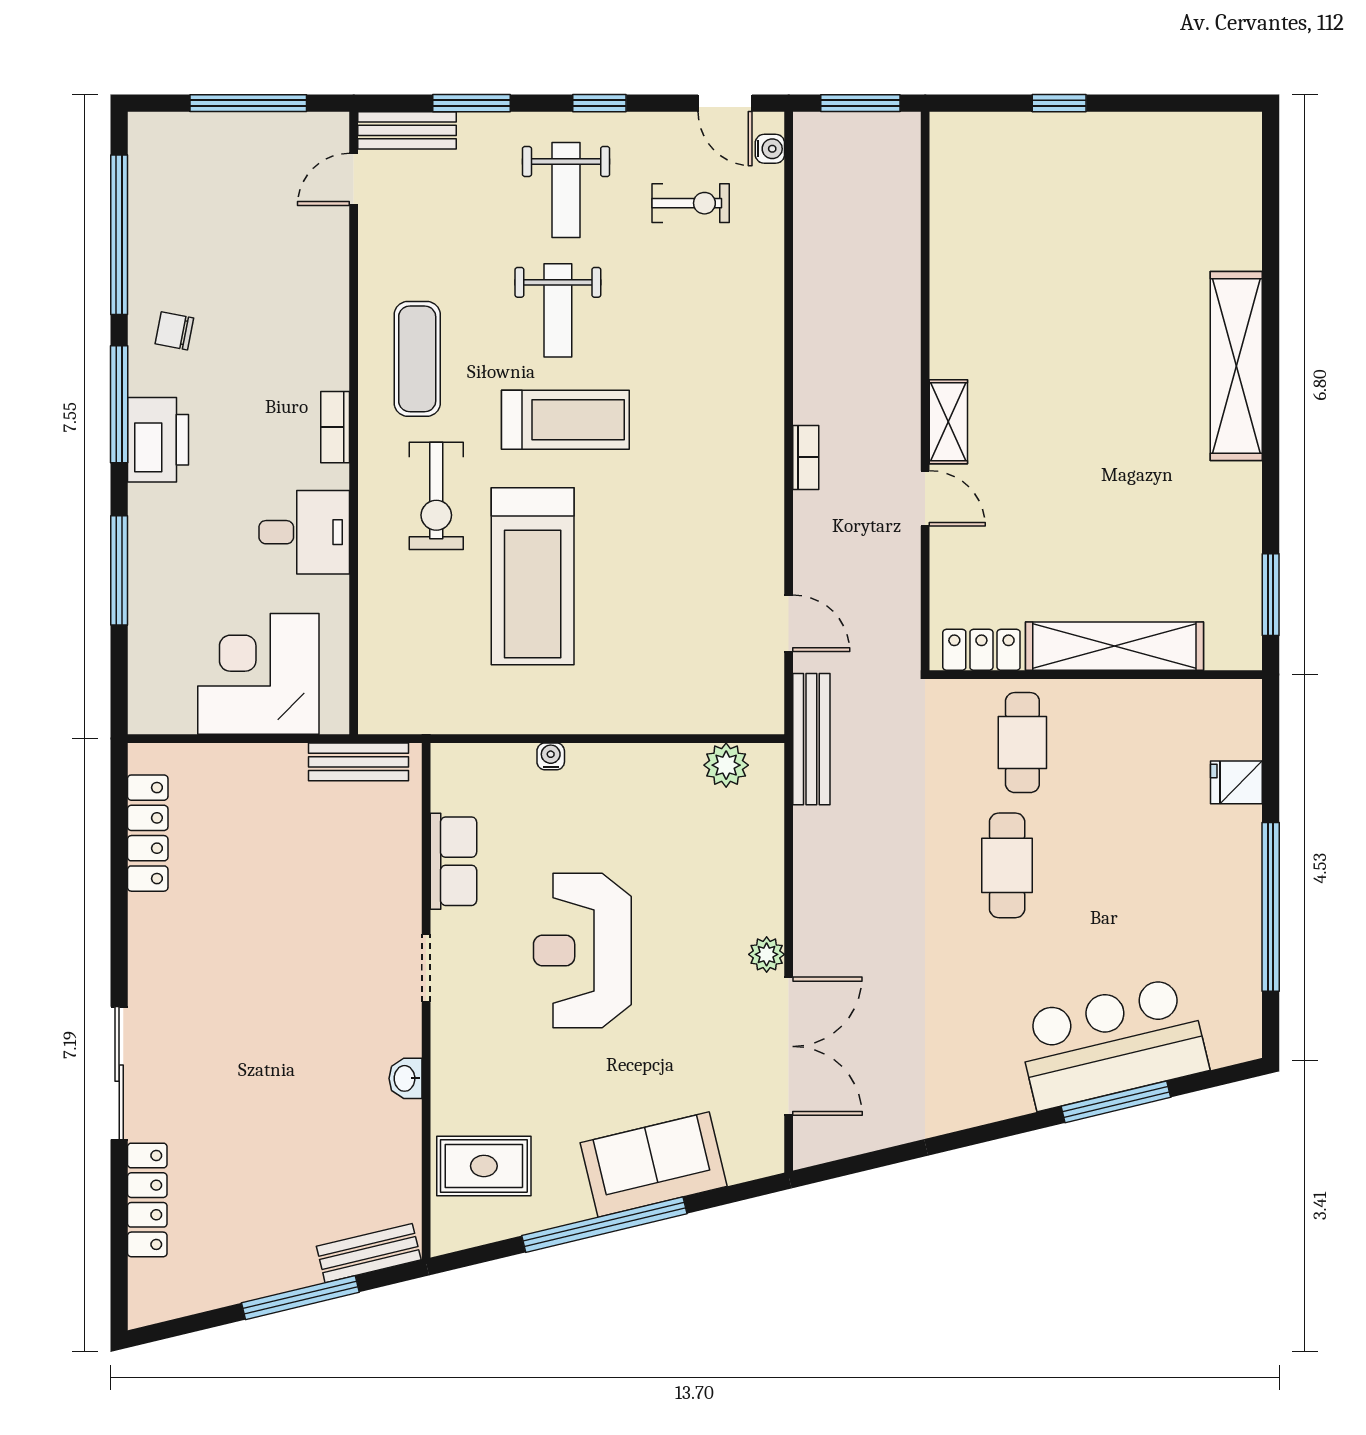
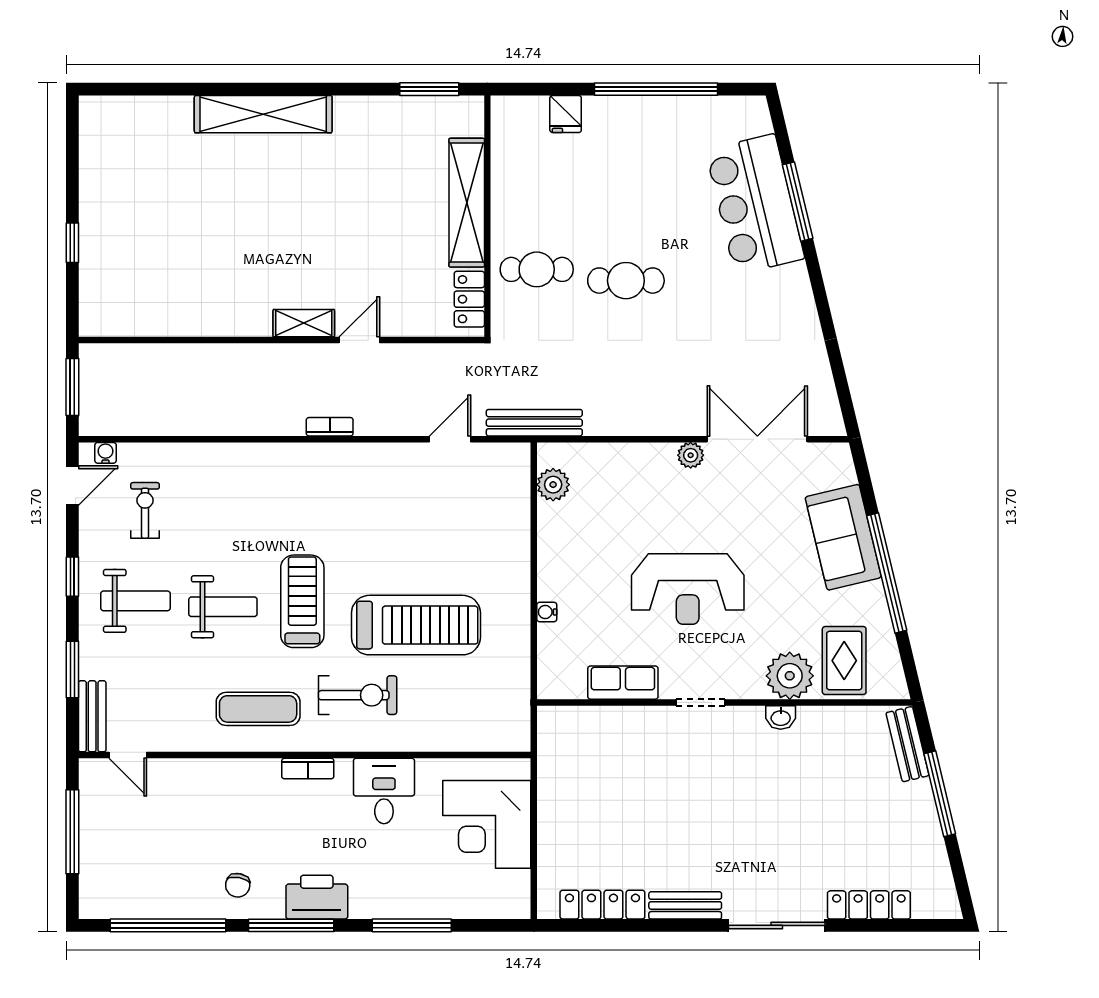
bench: (358, 762) -> (685, 905), moved, turned 90
plant: (463, 1091) -> (790, 676), added

